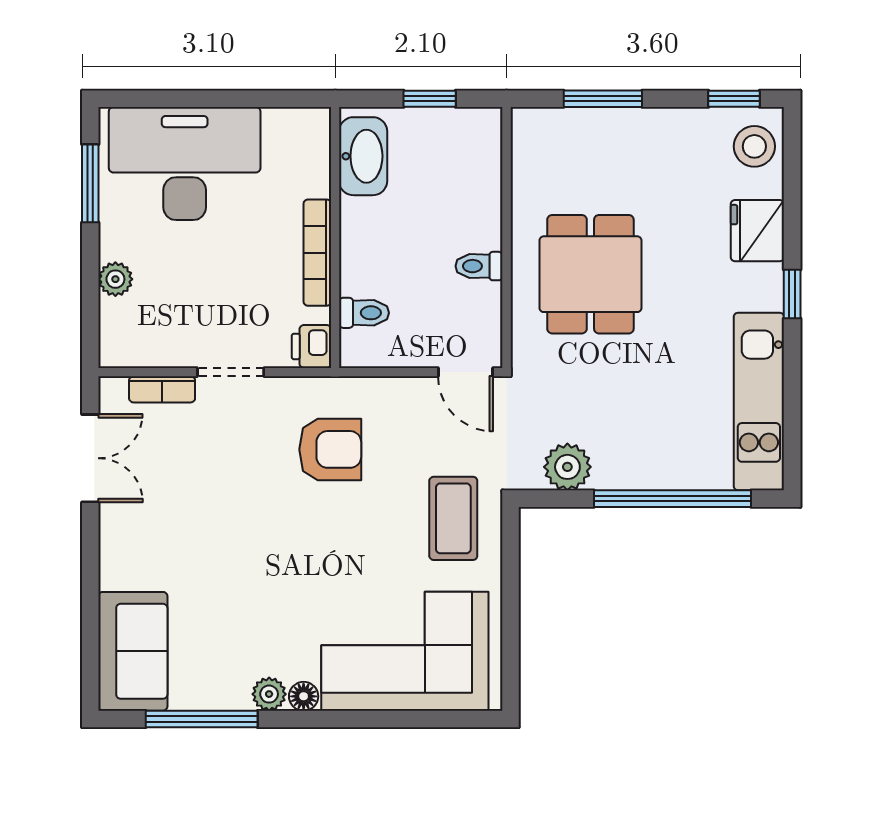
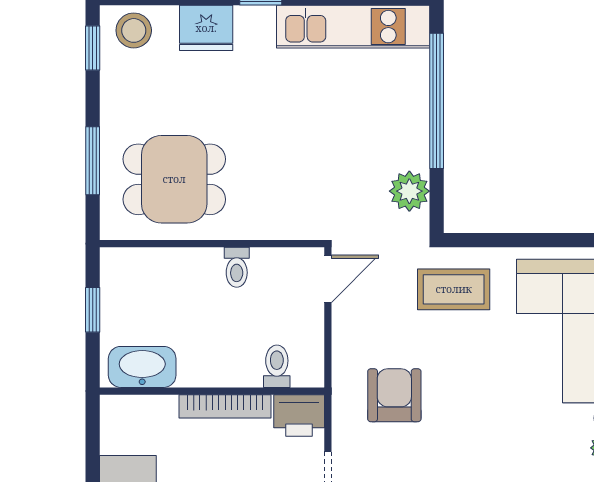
dining table: (590, 274) -> (174, 179), moved
printer: (311, 346) -> (299, 415), width x1.36, depth x1.24

